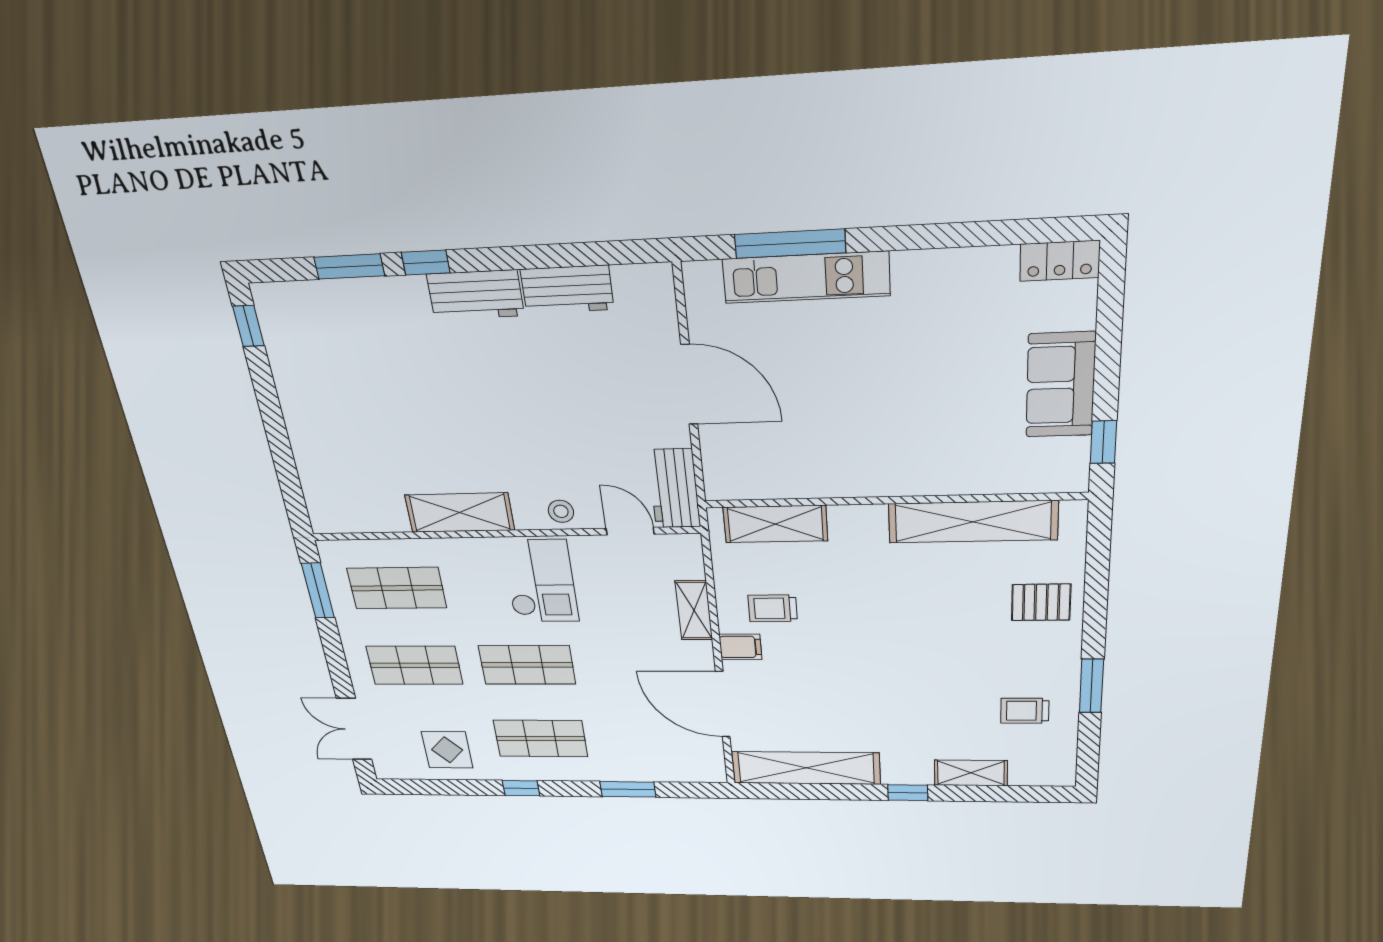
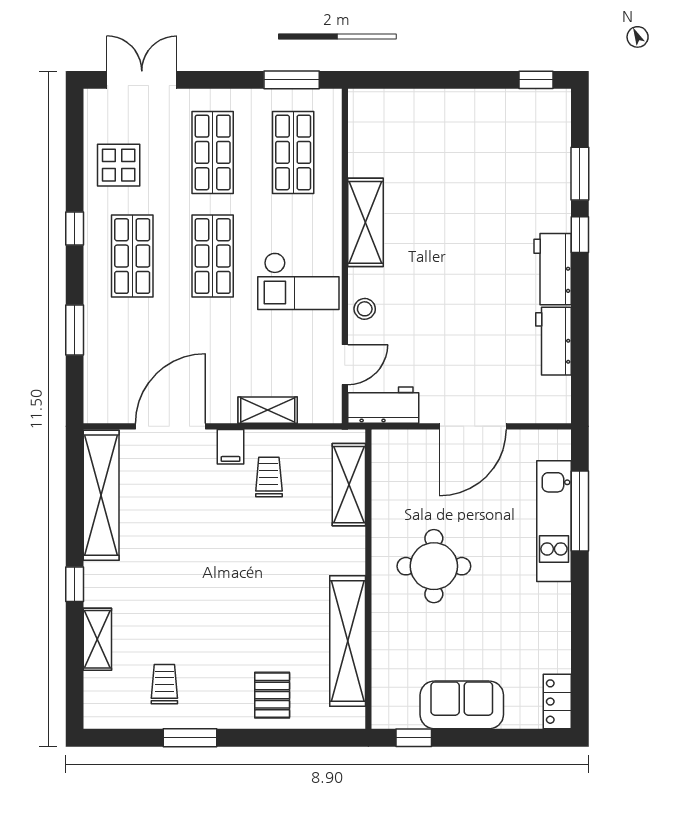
round table: (874, 425) -> (434, 566), added

